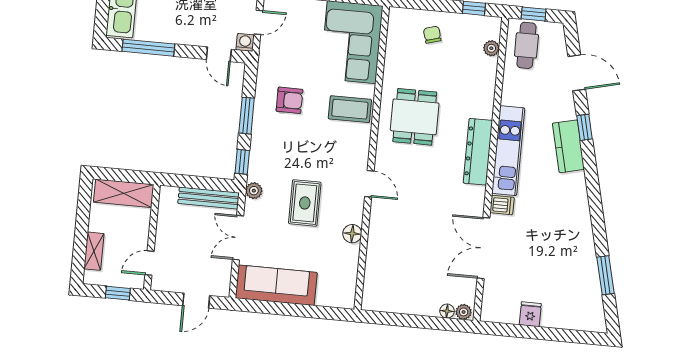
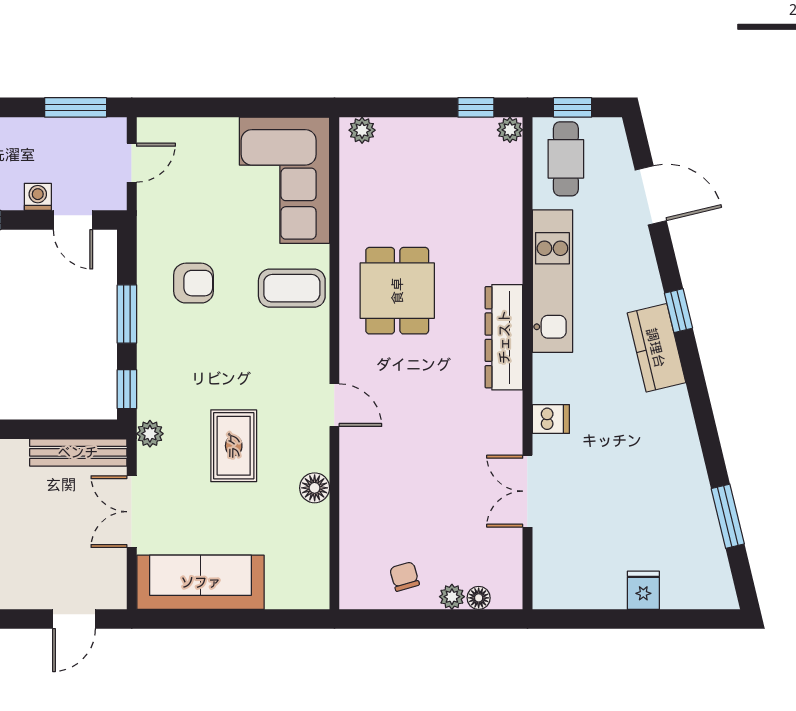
plant: (402, 16) -> (362, 130), added
chair: (432, 35) -> (404, 576), moved
washing machine: (245, 42) -> (38, 197), moved
plant: (491, 48) -> (510, 130), moved
window: (584, 127) -> (678, 311), moved
kitchen counter: (568, 146) -> (656, 348), moved
kitchen unit: (508, 151) -> (552, 281), moved
double door: (483, 248) -> (527, 491), width x0.73
plant: (464, 312) -> (452, 597), moved
fridge: (530, 314) -> (643, 590), moved

